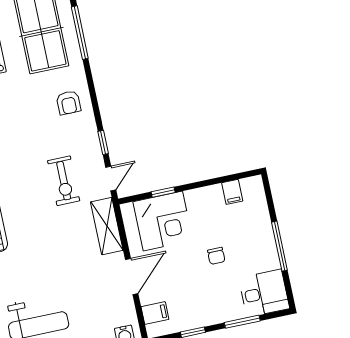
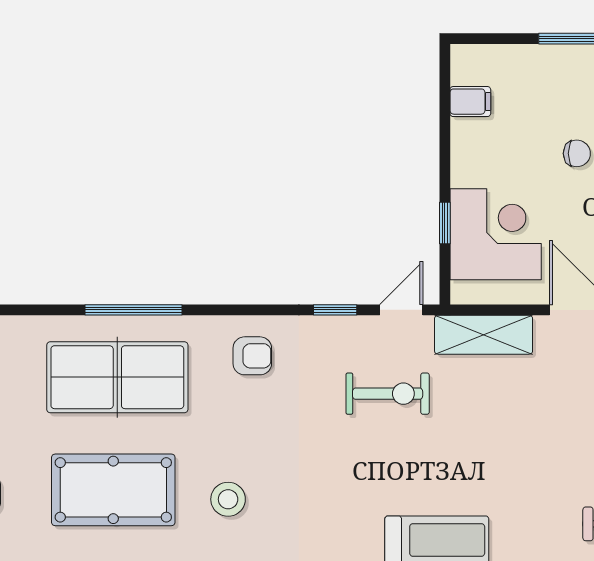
door: (111, 178) -> (401, 310), hinge flipped

